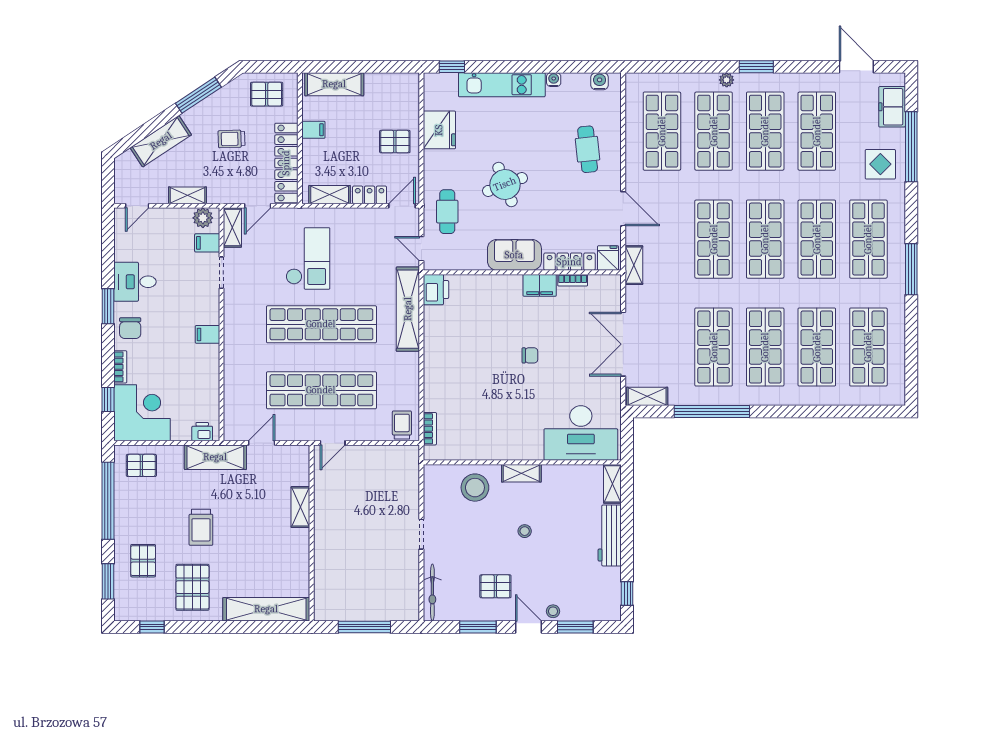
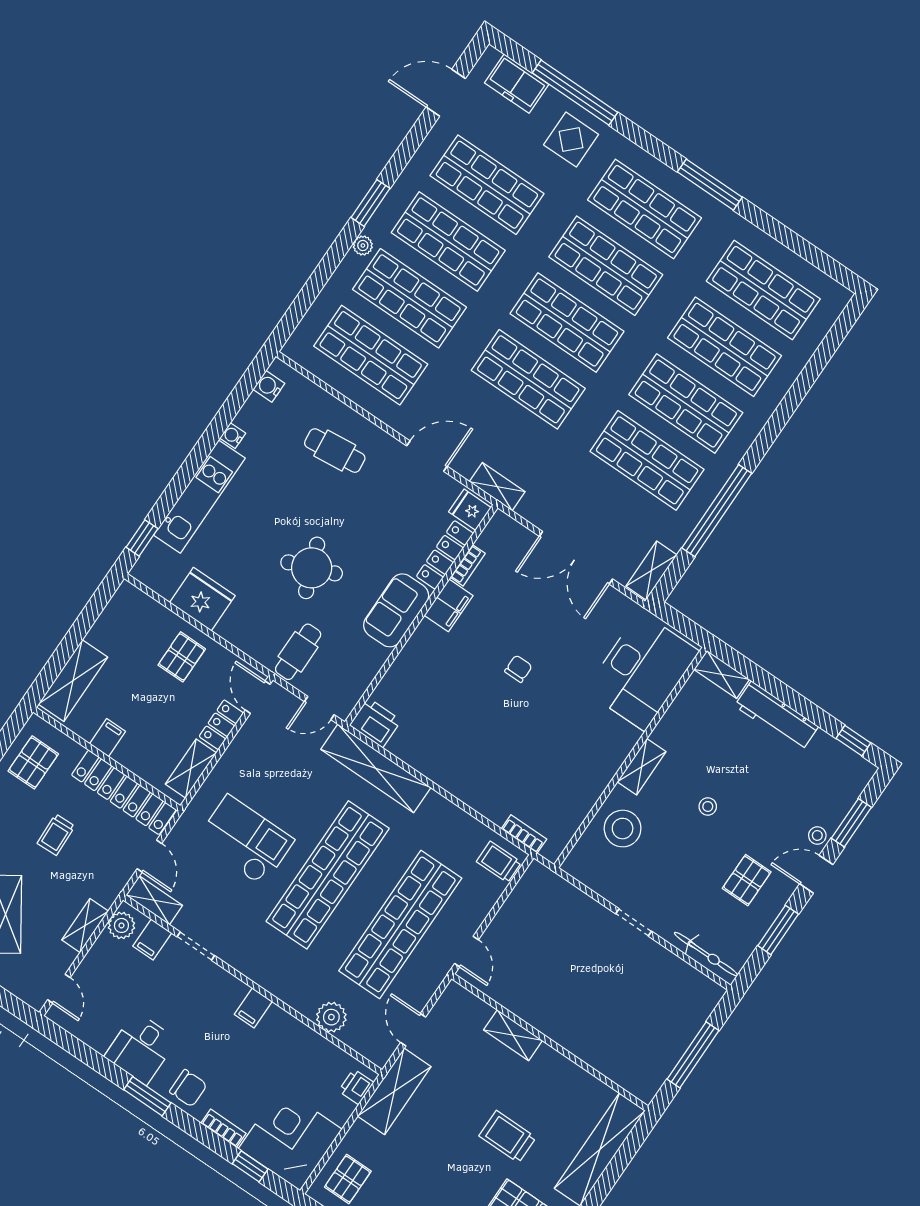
cafe table: (447, 212) -> (298, 652), turned 90
plant: (235, 387) -> (331, 1017), added
trolley: (201, 527) -> (507, 1137), moved, turned 180

